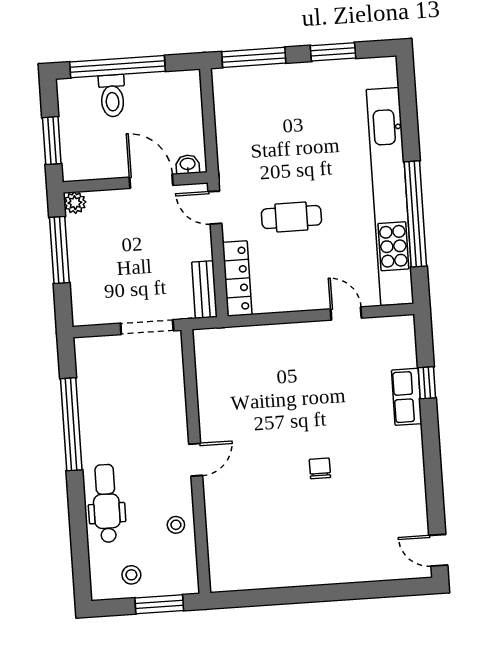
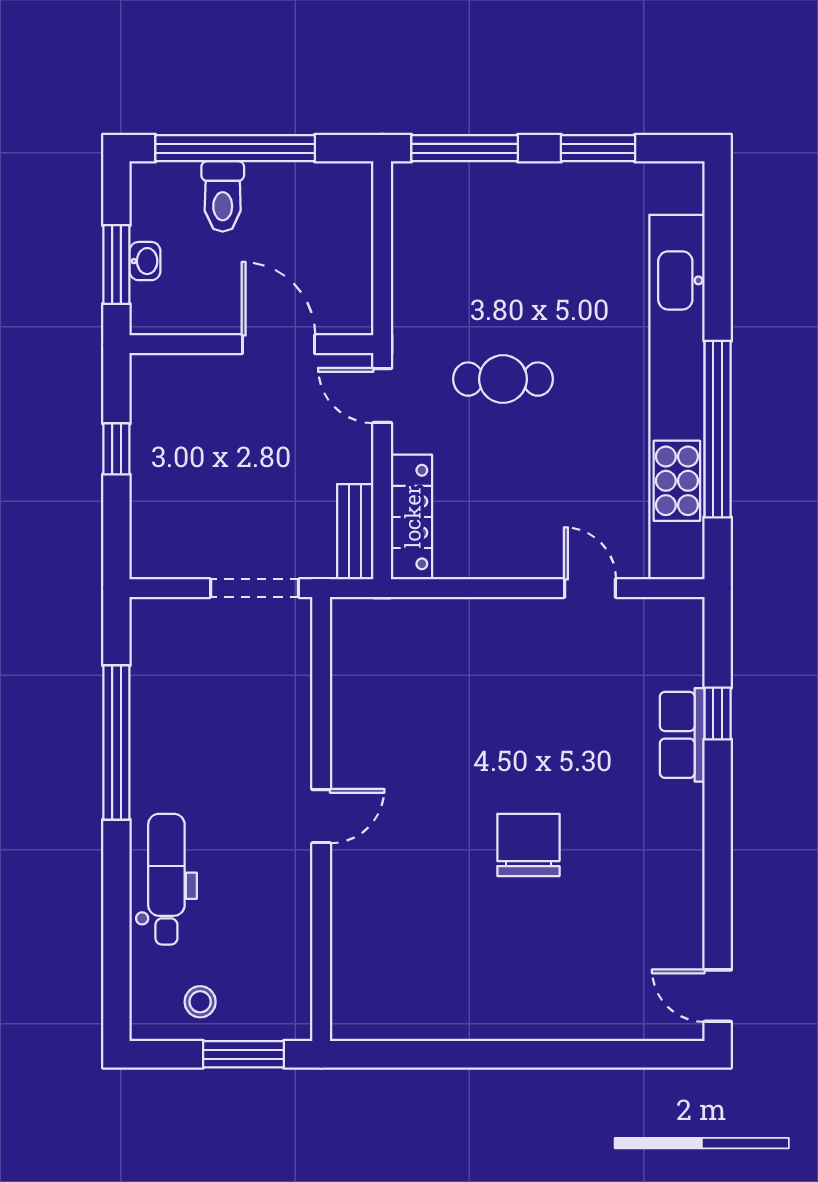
washbasin: (188, 164) -> (145, 261), moved, turned 90
plant: (75, 203) -> (148, 371), removed
cafe table: (291, 217) -> (503, 379), moved
window: (59, 250) -> (116, 449), width x0.46
chair: (320, 468) -> (528, 845), width x1.87, depth x1.87
stool: (176, 525) -> (281, 923), removed

